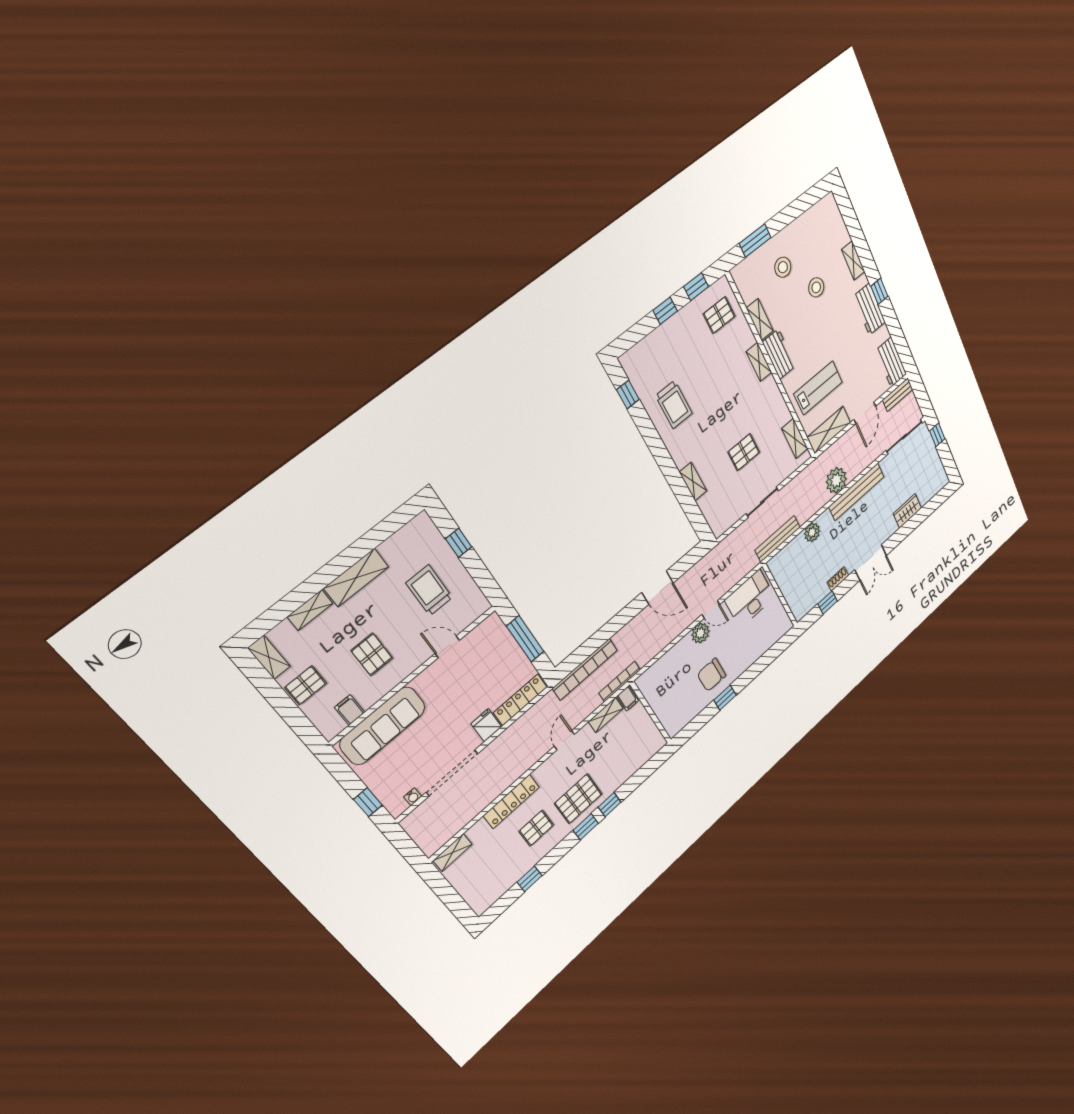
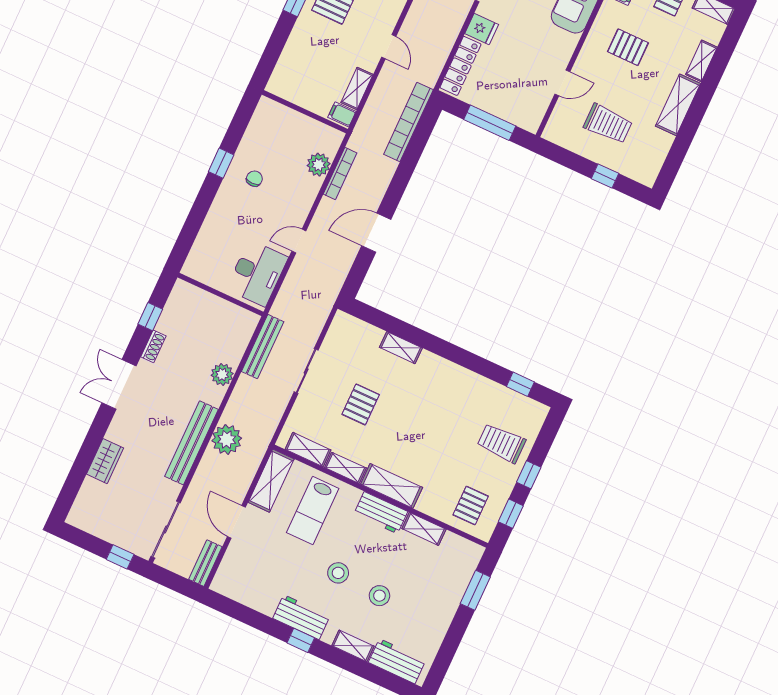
stool: (783, 267) -> (338, 573), moved
shelving: (759, 362) -> (392, 486), width x1.50, depth x1.33
workbench: (891, 362) -> (397, 661), moved
trolley: (674, 405) -> (501, 443), moved
shelving: (781, 407) -> (345, 468), added
plant: (700, 633) -> (319, 165), moved
chair: (712, 675) -> (254, 179), width x0.54, depth x0.54
bookcase: (620, 682) -> (340, 174), moved

